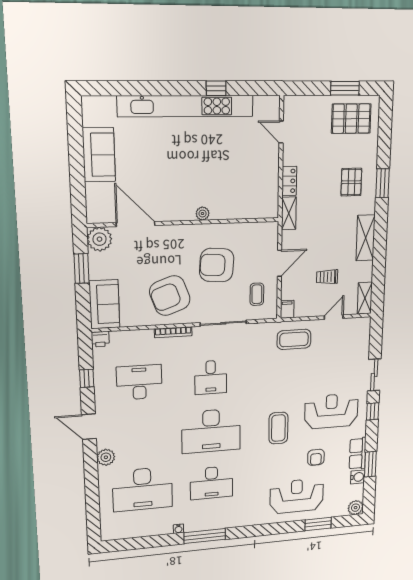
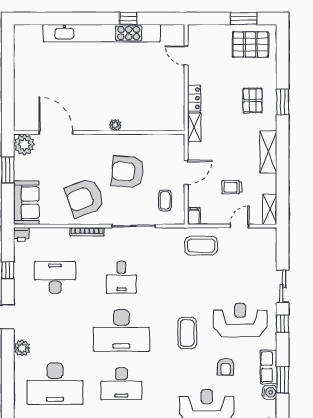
sofa: (99, 155) -> (27, 73), removed

